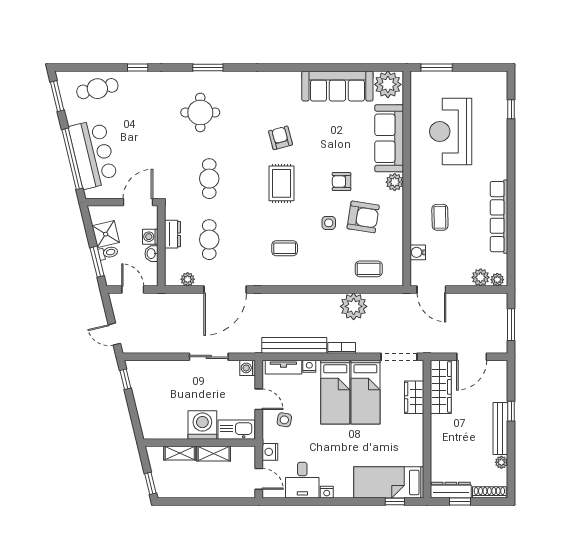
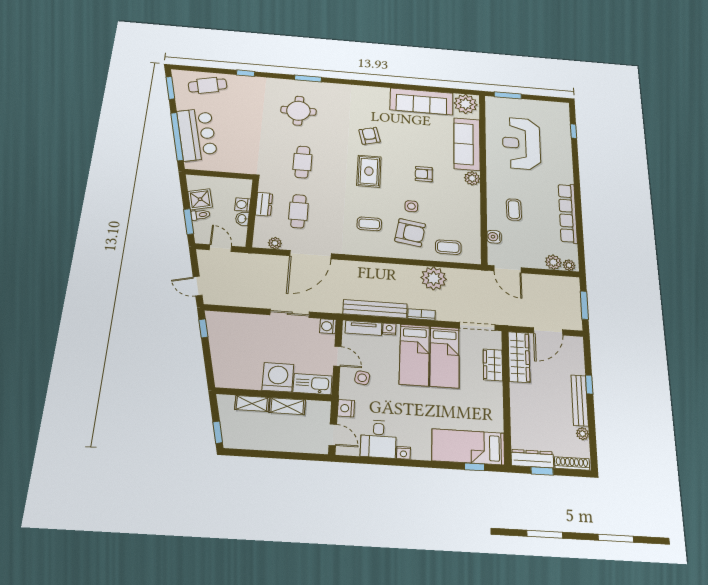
door: (138, 202) -> (234, 176), removed
armchair: (363, 217) -> (410, 233), moved

